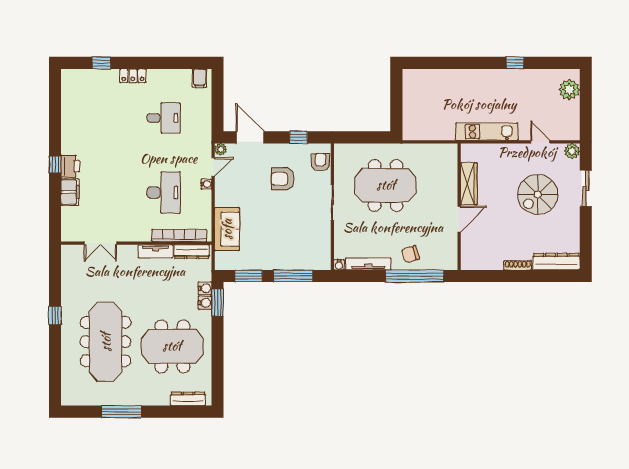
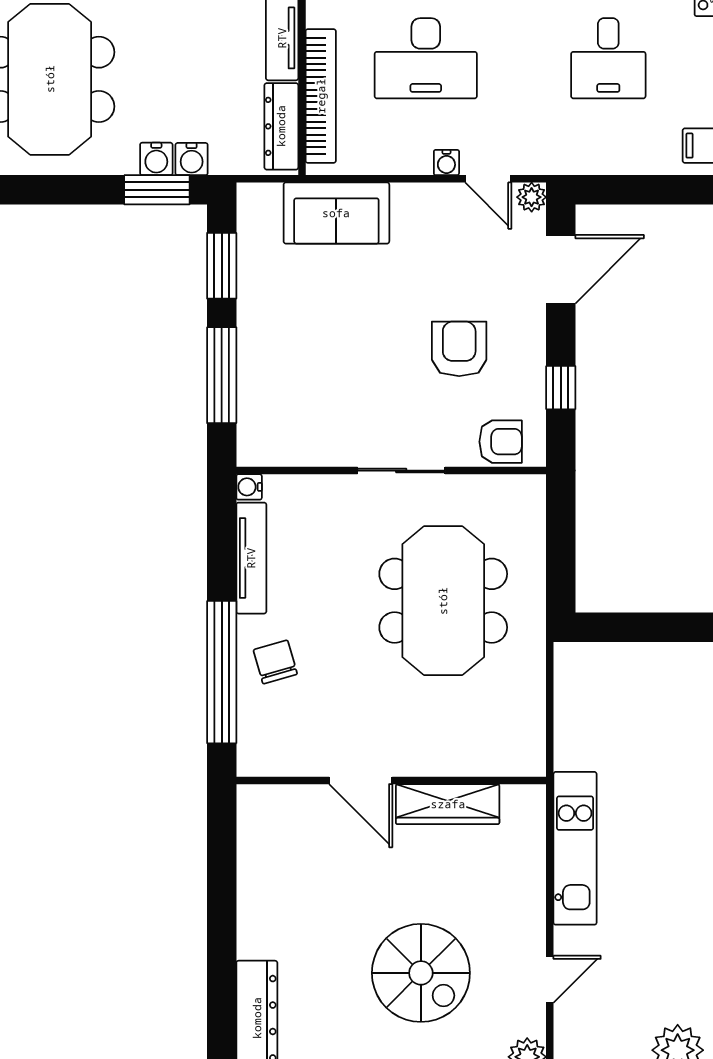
spiral stairs: (538, 195) -> (421, 973), turned 180
shoe rack: (518, 265) -> (248, 924), removed

